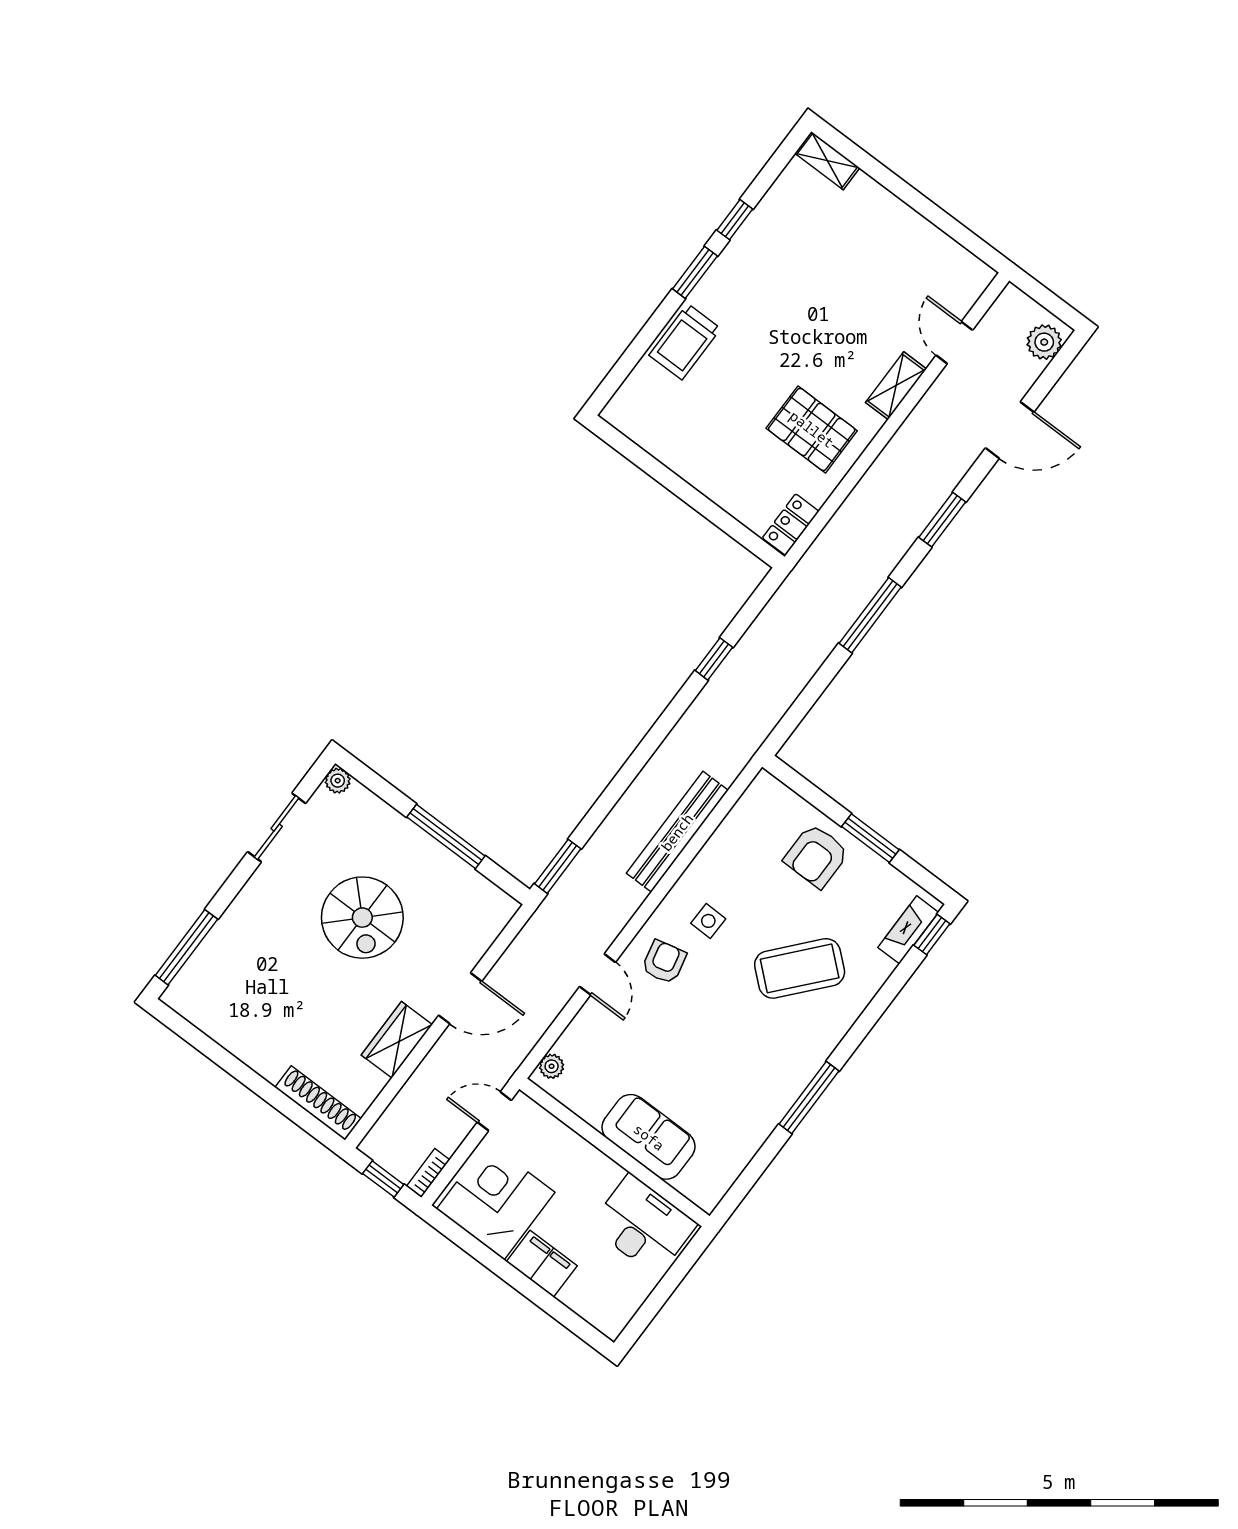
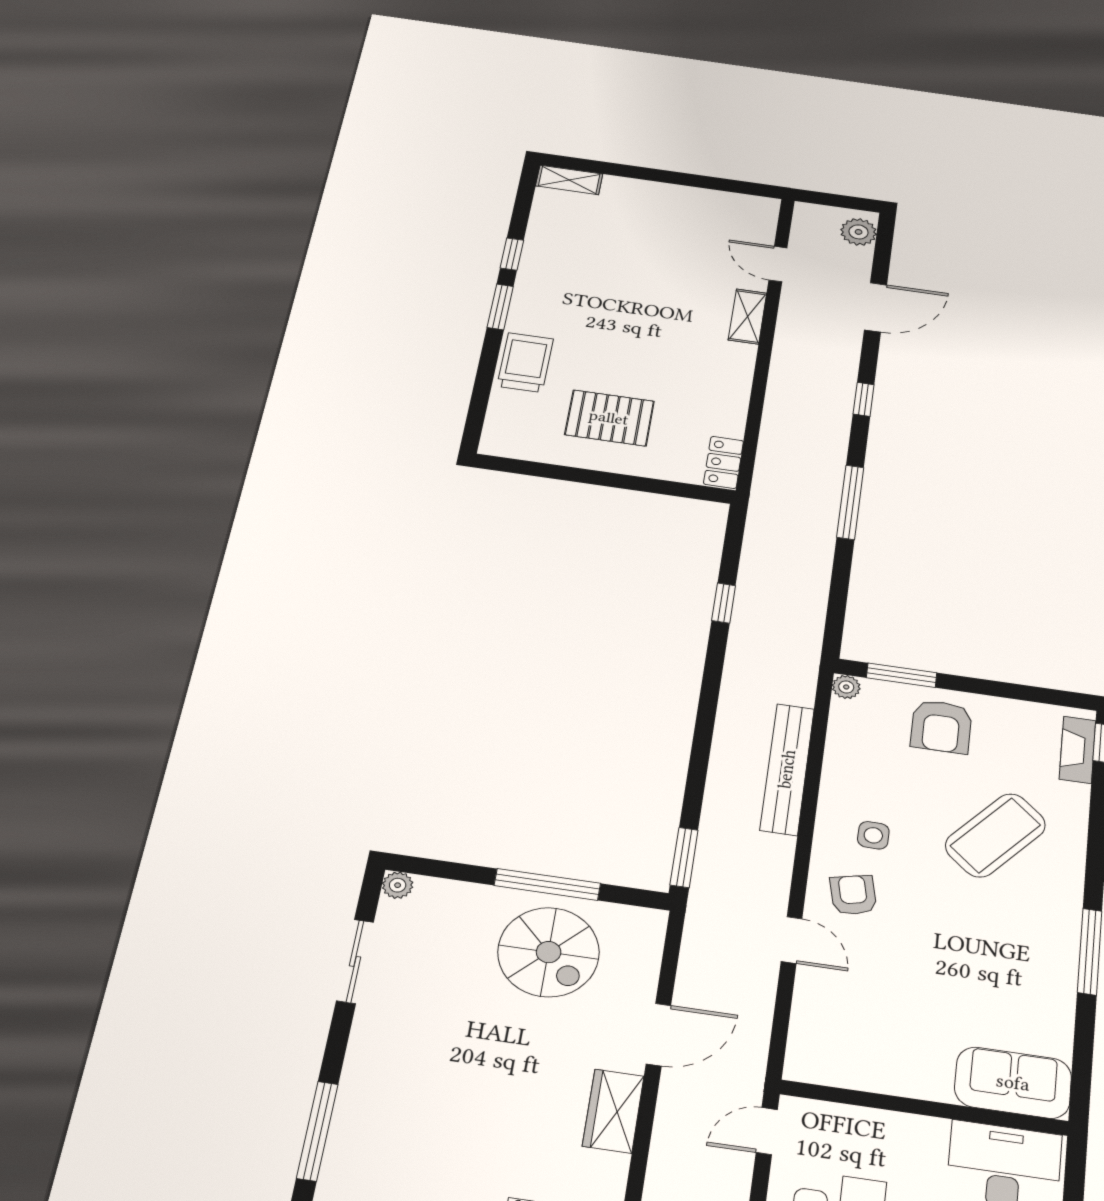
trolley: (685, 342) -> (525, 363), turned 180
pallet: (812, 429) -> (609, 418), moved
window: (942, 520) -> (864, 399), width x0.67
window: (870, 838) -> (902, 675), moved
spiral stairs: (362, 918) -> (549, 952), moved
plant: (552, 1066) -> (846, 687), moved
sofa: (649, 1137) -> (1013, 1083), moved

